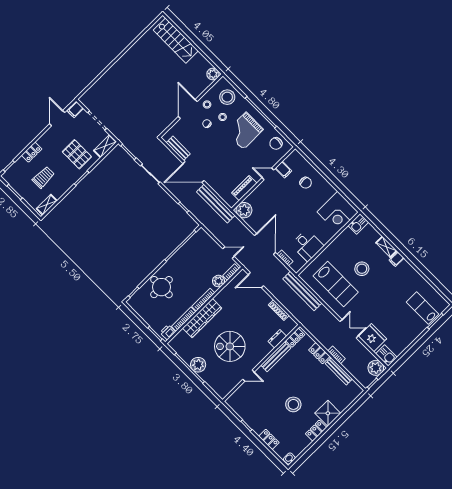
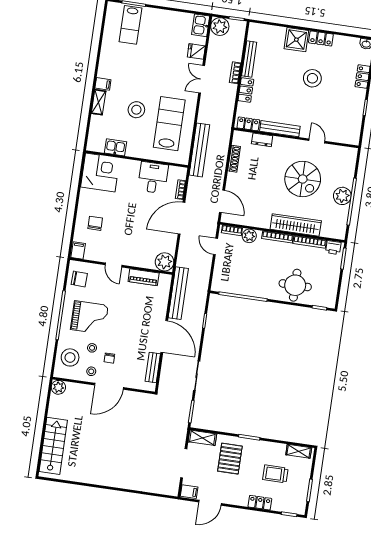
filing cabinet: (283, 170) -> (78, 250), moved
kitchen sink: (358, 224) -> (116, 147), moved
fridge: (373, 338) -> (196, 51), width x0.53, depth x0.75

